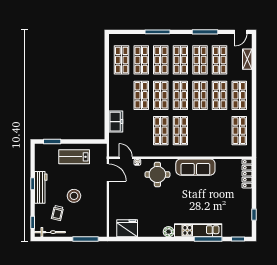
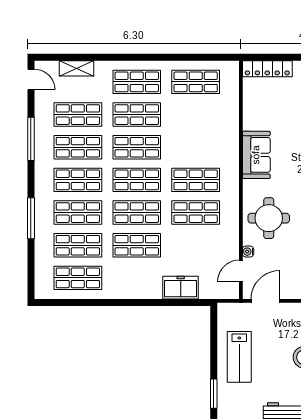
sofa: (195, 167) -> (256, 155), width x0.73

